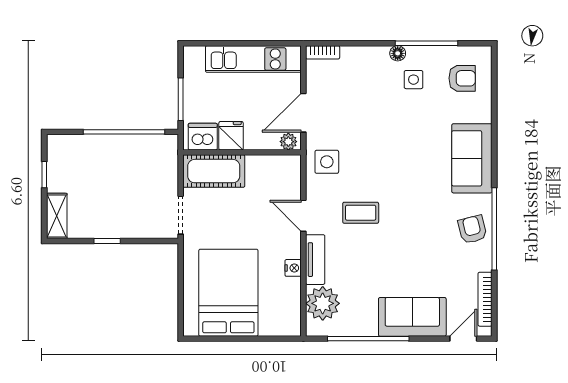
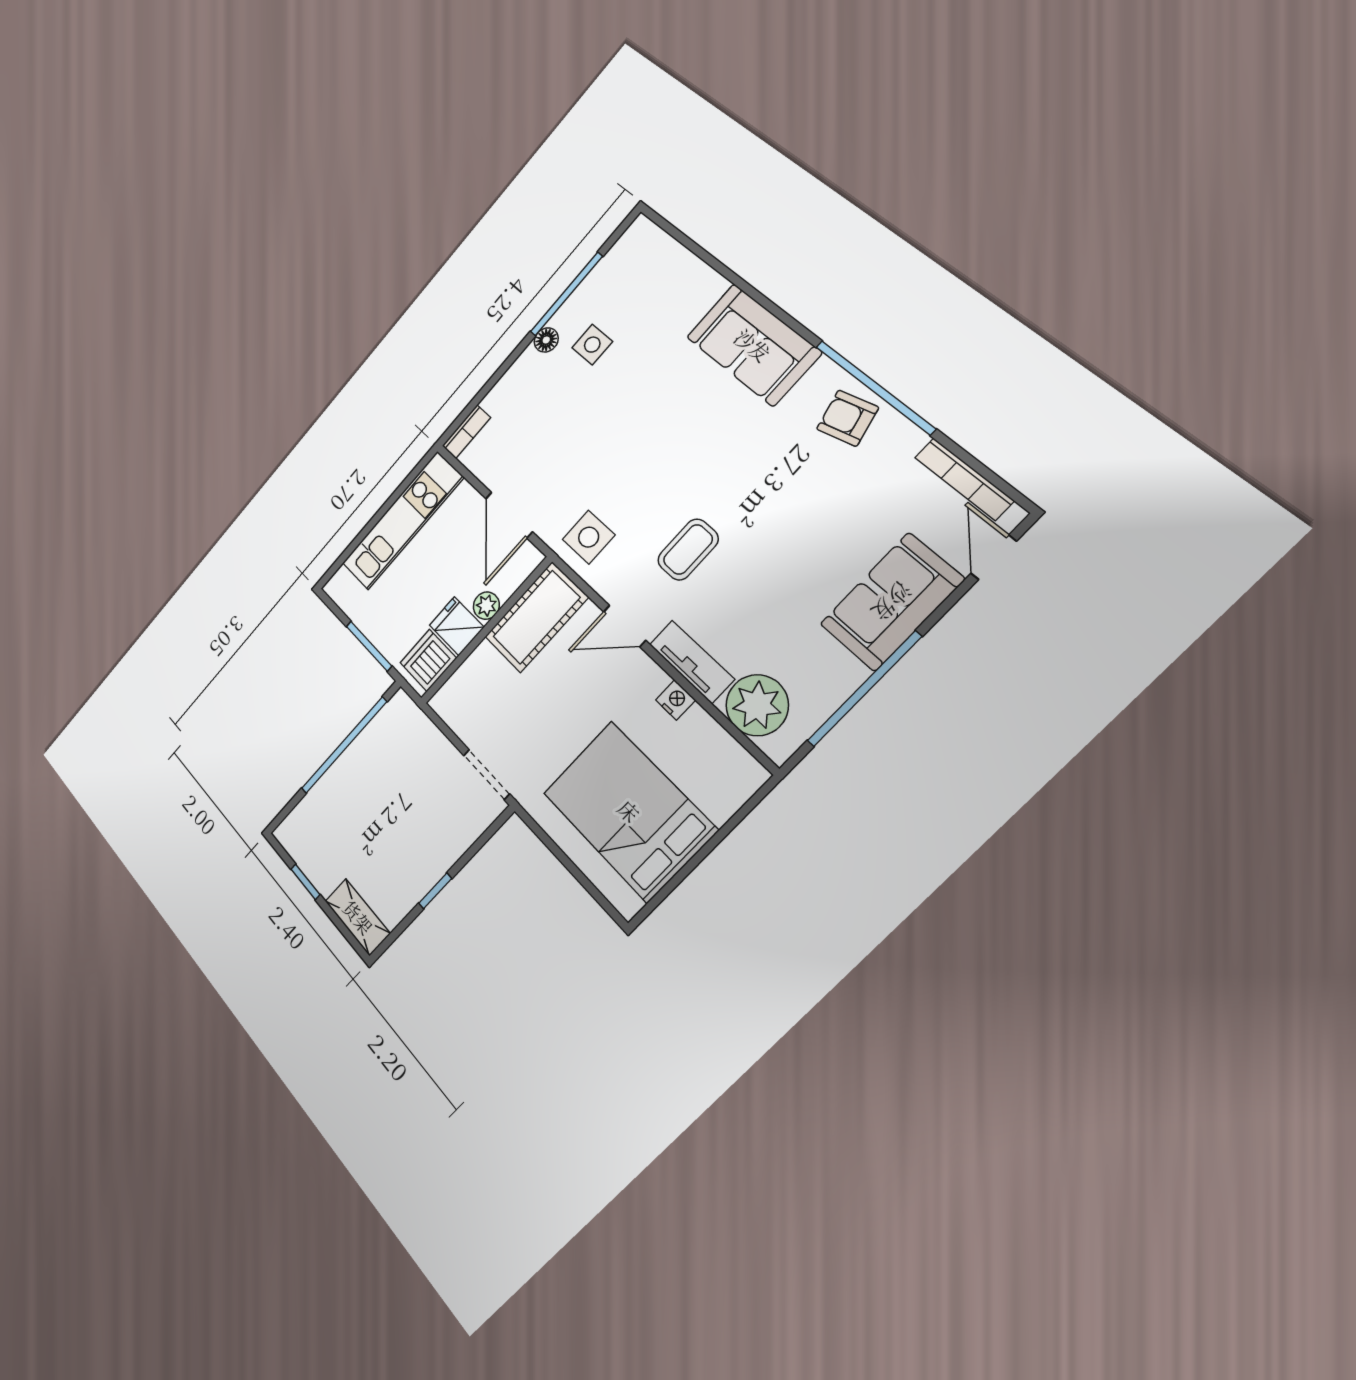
armchair: (462, 78) -> (645, 280), removed
plant: (288, 142) -> (486, 606), moved
cot: (214, 171) -> (536, 617), moved

